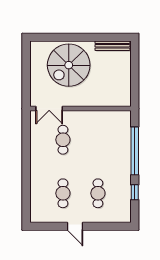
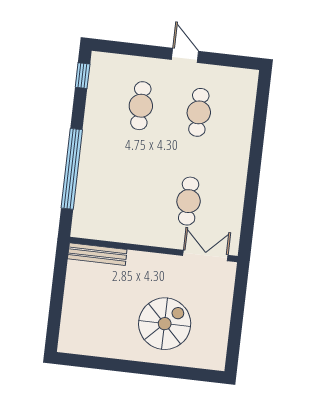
bench: (112, 46) -> (97, 254), moved
spiral stairs: (69, 65) -> (165, 324), width x0.73, depth x0.73
window: (135, 192) -> (83, 76), moved

